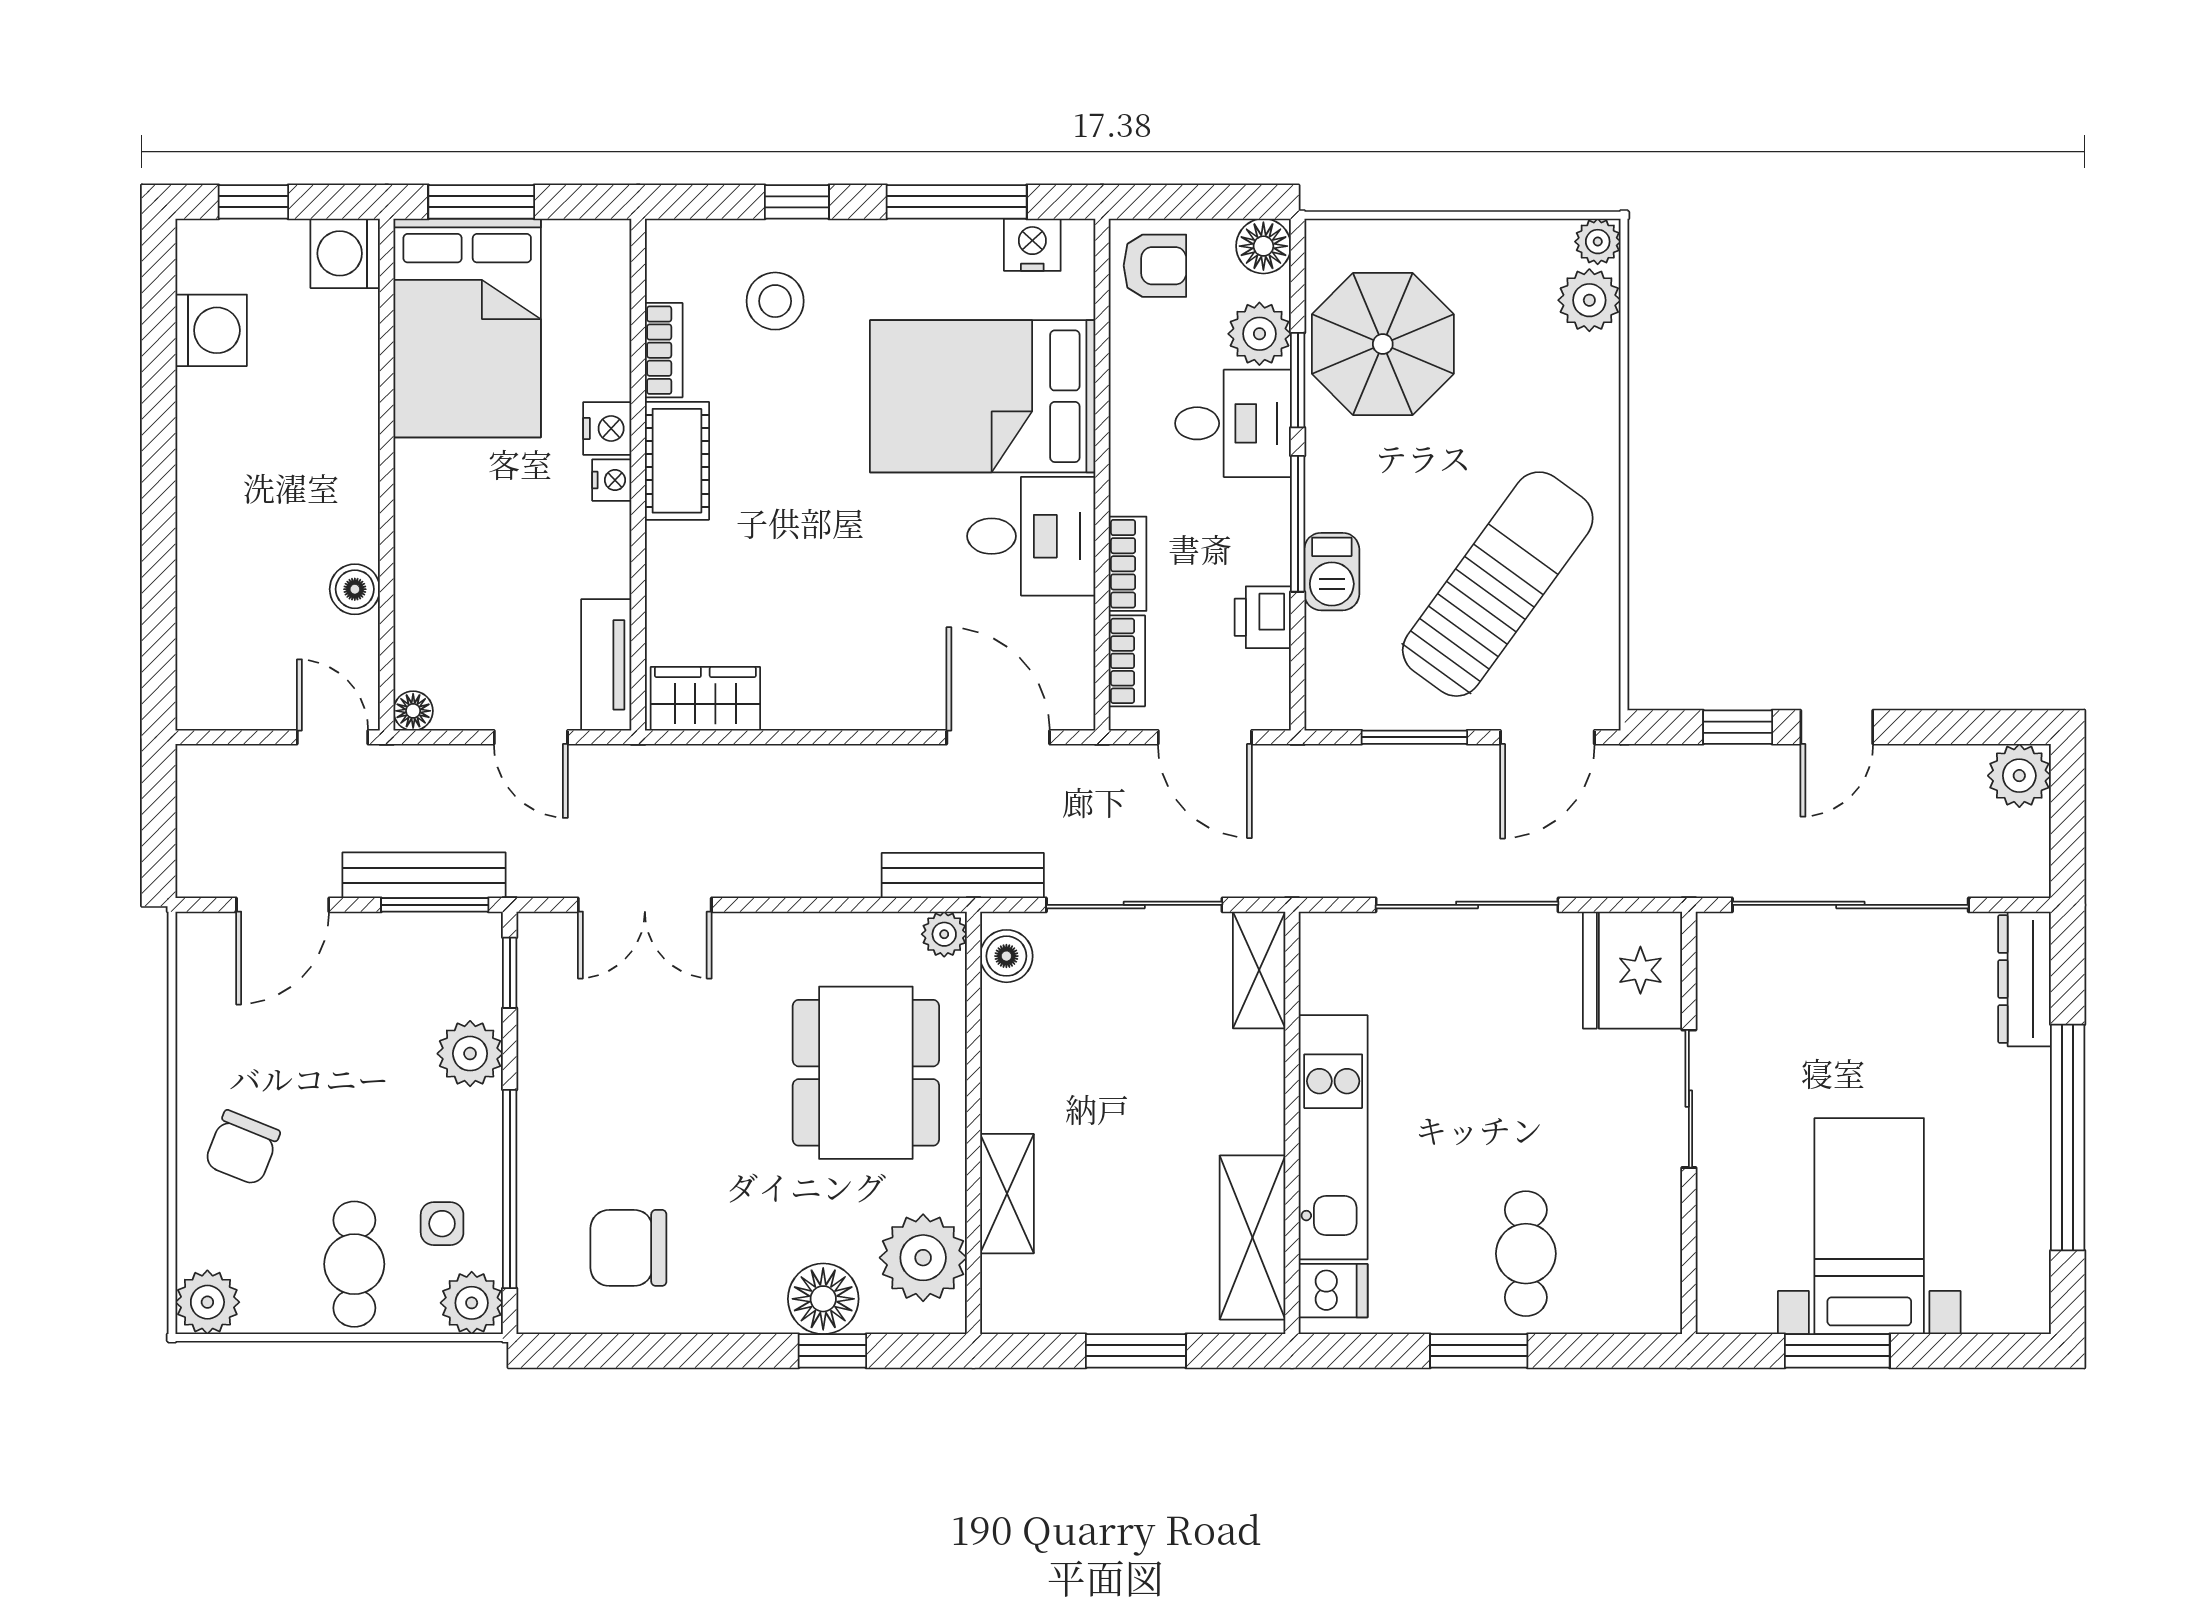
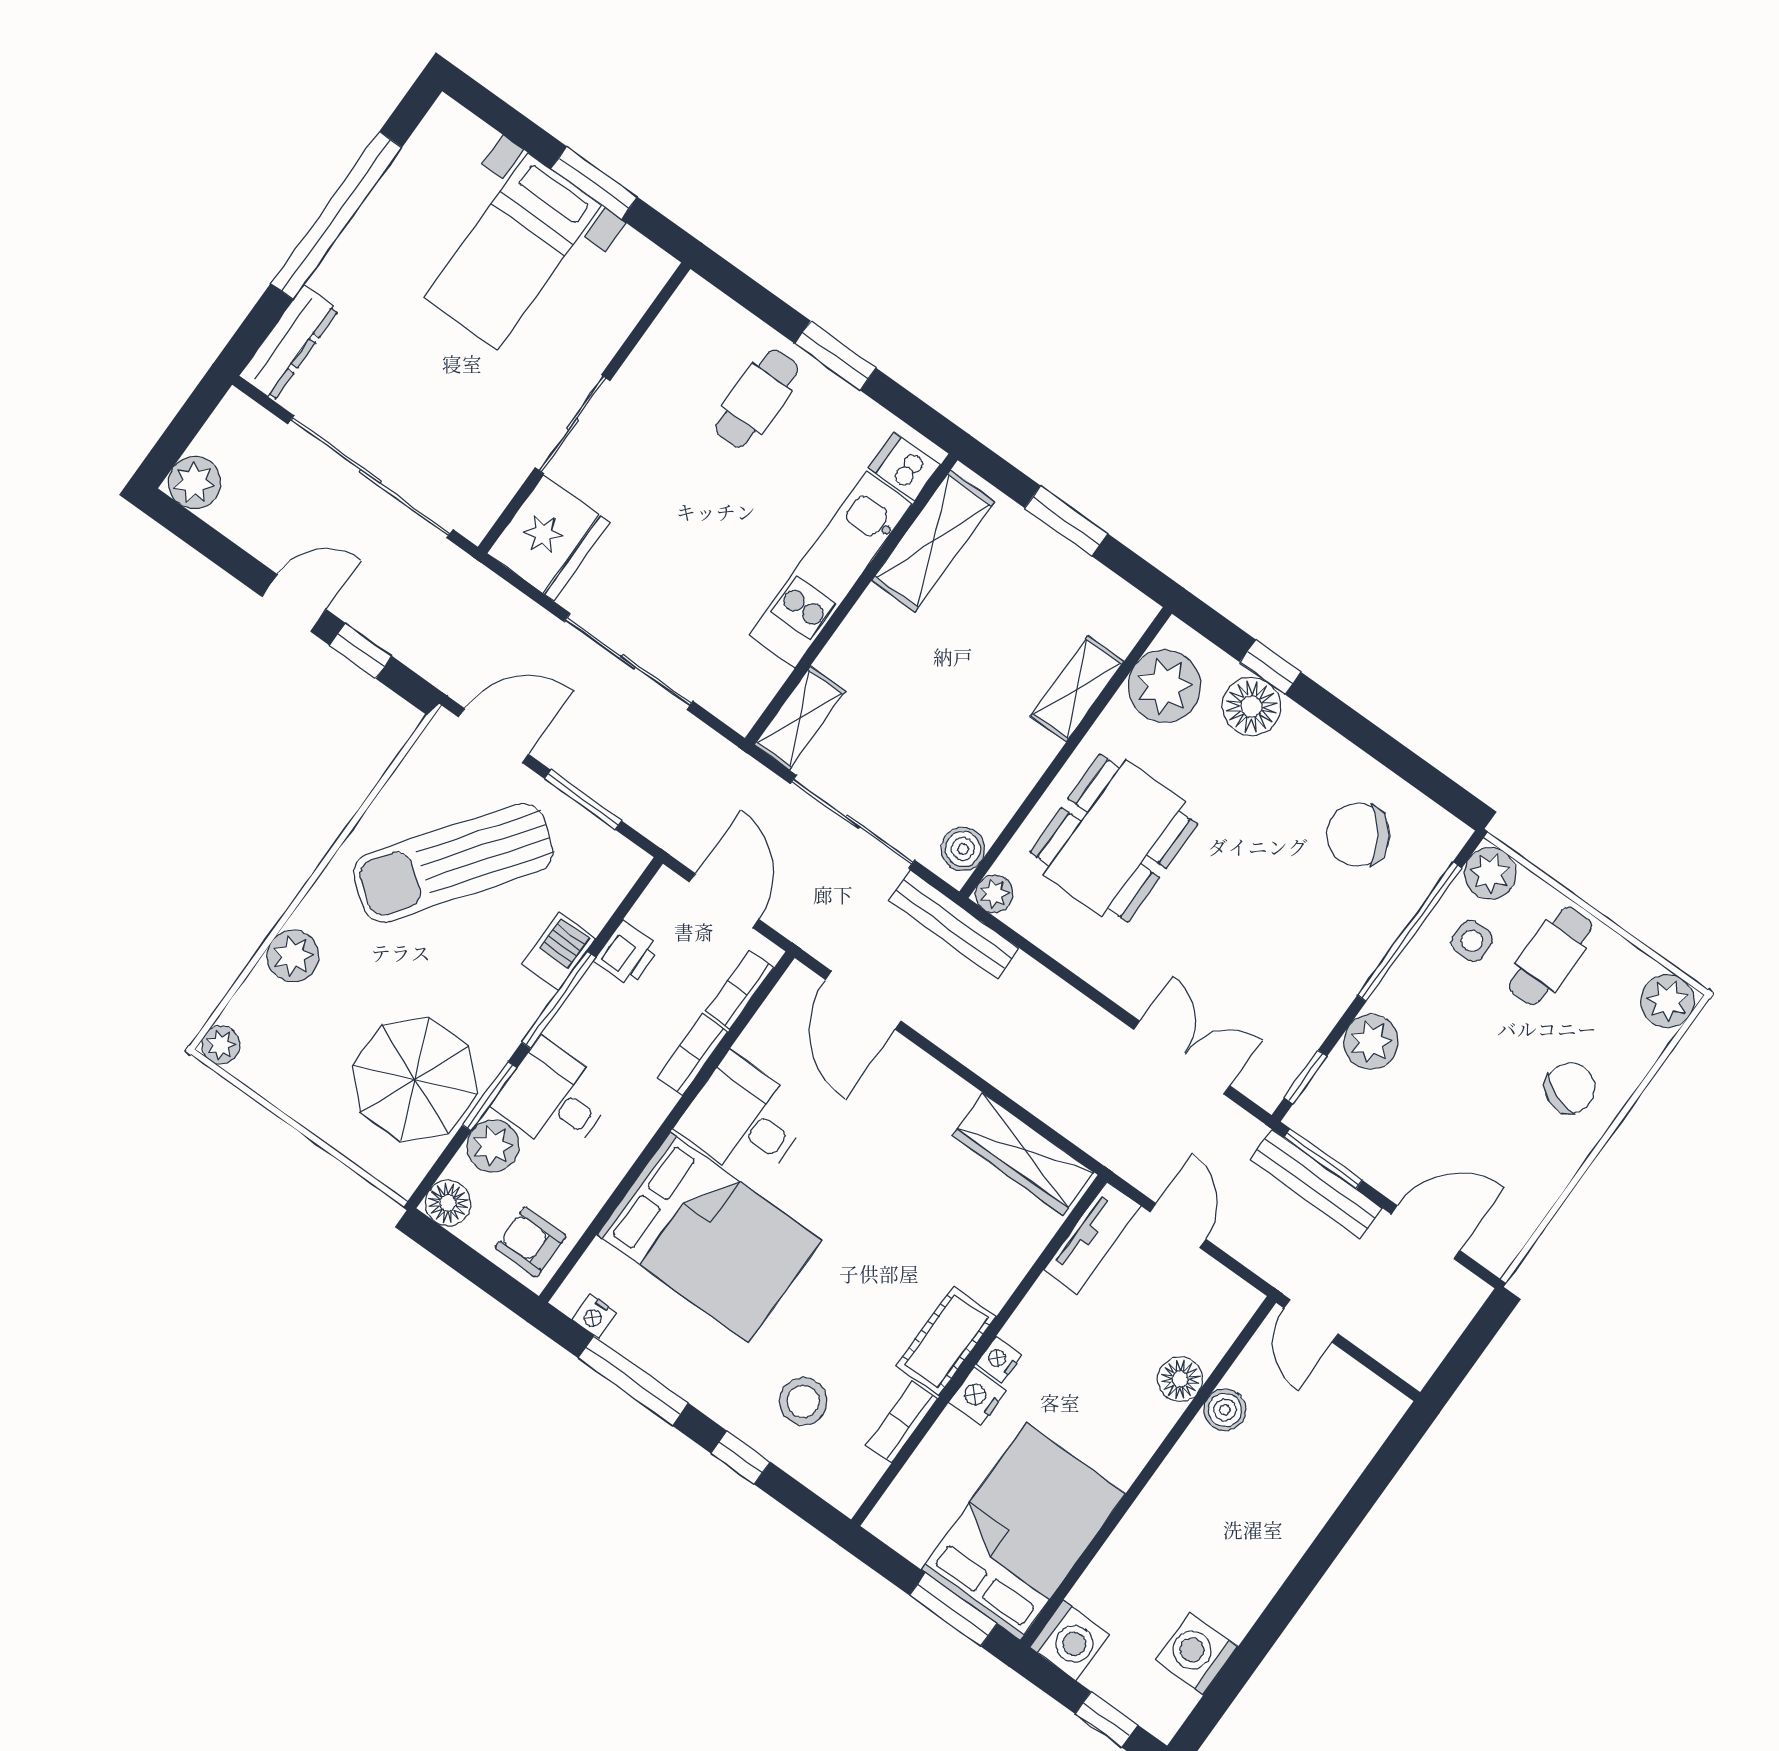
nightstand: (1032, 245) -> (594, 1316), width x0.72, depth x0.74
plant: (1589, 300) -> (293, 956), moved
wardrobe: (705, 699) -> (1023, 1154), width x1.50
floor lamp: (413, 711) -> (1180, 1379), moved, width x1.37, depth x1.37
chair: (628, 1248) -> (1358, 835), turned 146

